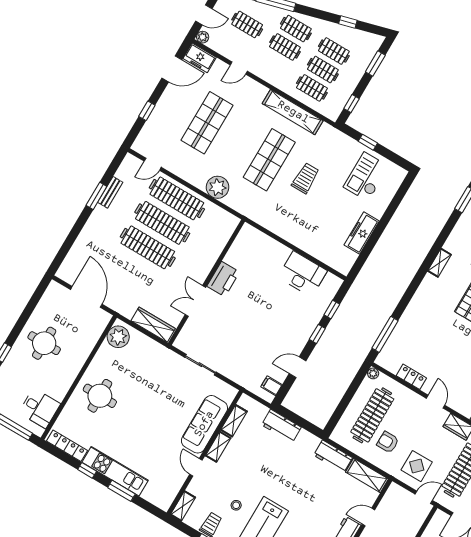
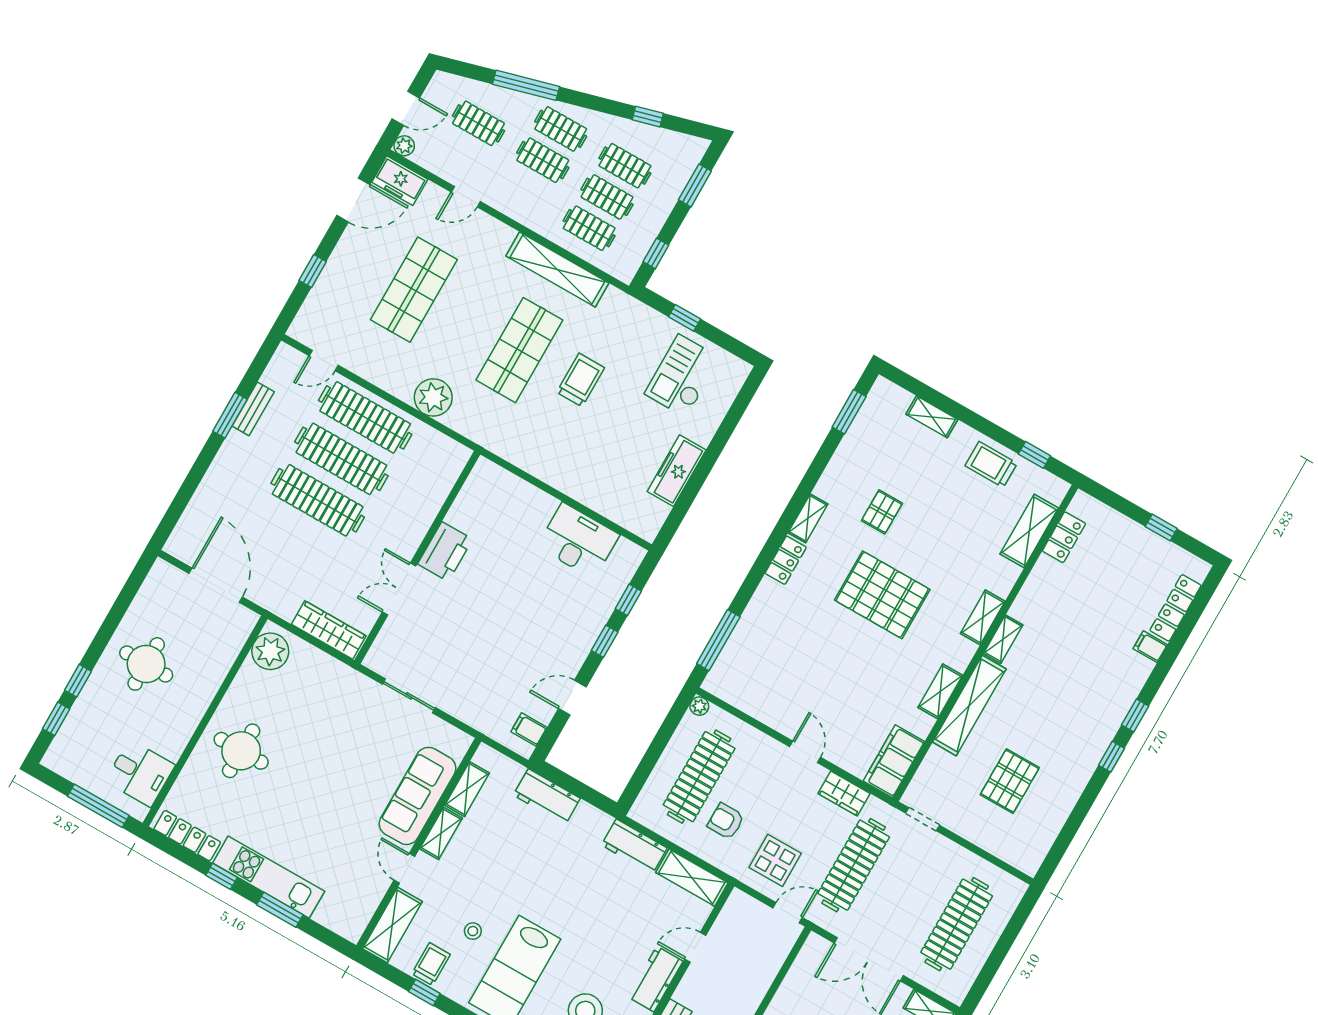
locker: (411, 377) -> (786, 560), moved, turned 90
shelving: (183, 506) -> (392, 925), width x1.50, depth x1.33

